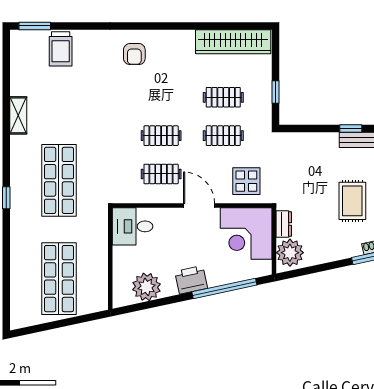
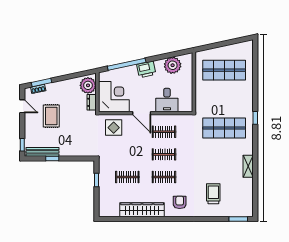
wardrobe: (233, 42) -> (142, 210), moved
trolley: (61, 49) -> (213, 194), moved
clothes rail: (223, 136) -> (164, 177), moved
shop shelf: (59, 180) -> (224, 128), turned 90
desk: (133, 226) -> (167, 100), moved, turned 90
shop shelf: (59, 279) -> (224, 70), turned 90

